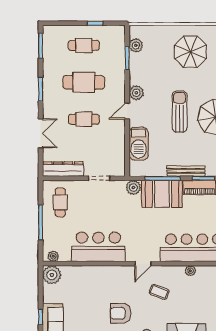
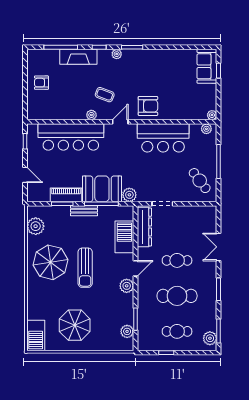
plant: (50, 38) -> (210, 338), added
dresser: (63, 169) -> (144, 227), moved, turned -90
bench: (186, 171) -> (84, 211), width x0.73
cafe table: (60, 202) -> (200, 181), turned -37
plant: (190, 271) -> (91, 115), moved
plant: (52, 275) -> (212, 115), width x0.53, depth x0.53
armchair: (121, 313) -> (148, 106), moved

